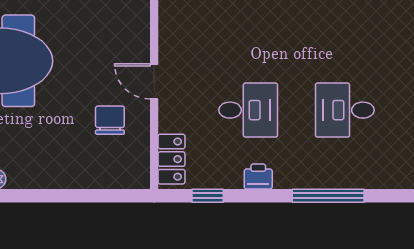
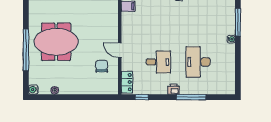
desk: (345, 110) -> (198, 62), width x1.37
printer: (258, 176) -> (174, 89), moved

